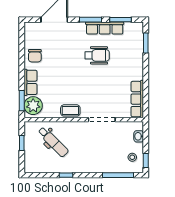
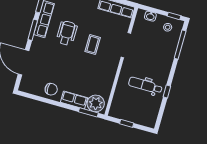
coffee table: (70, 110) -> (93, 45), moved
dental chair: (53, 142) -> (145, 85), moved, turned -135

